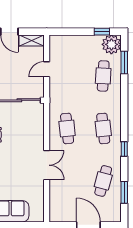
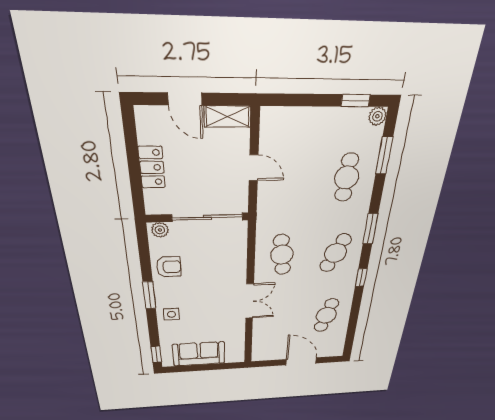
plant: (111, 44) -> (377, 116), width x0.53, depth x0.53
door: (47, 69) -> (254, 168), swing flipped
cafe table: (103, 128) -> (336, 253), turned 30
window: (124, 192) -> (370, 229), moved

